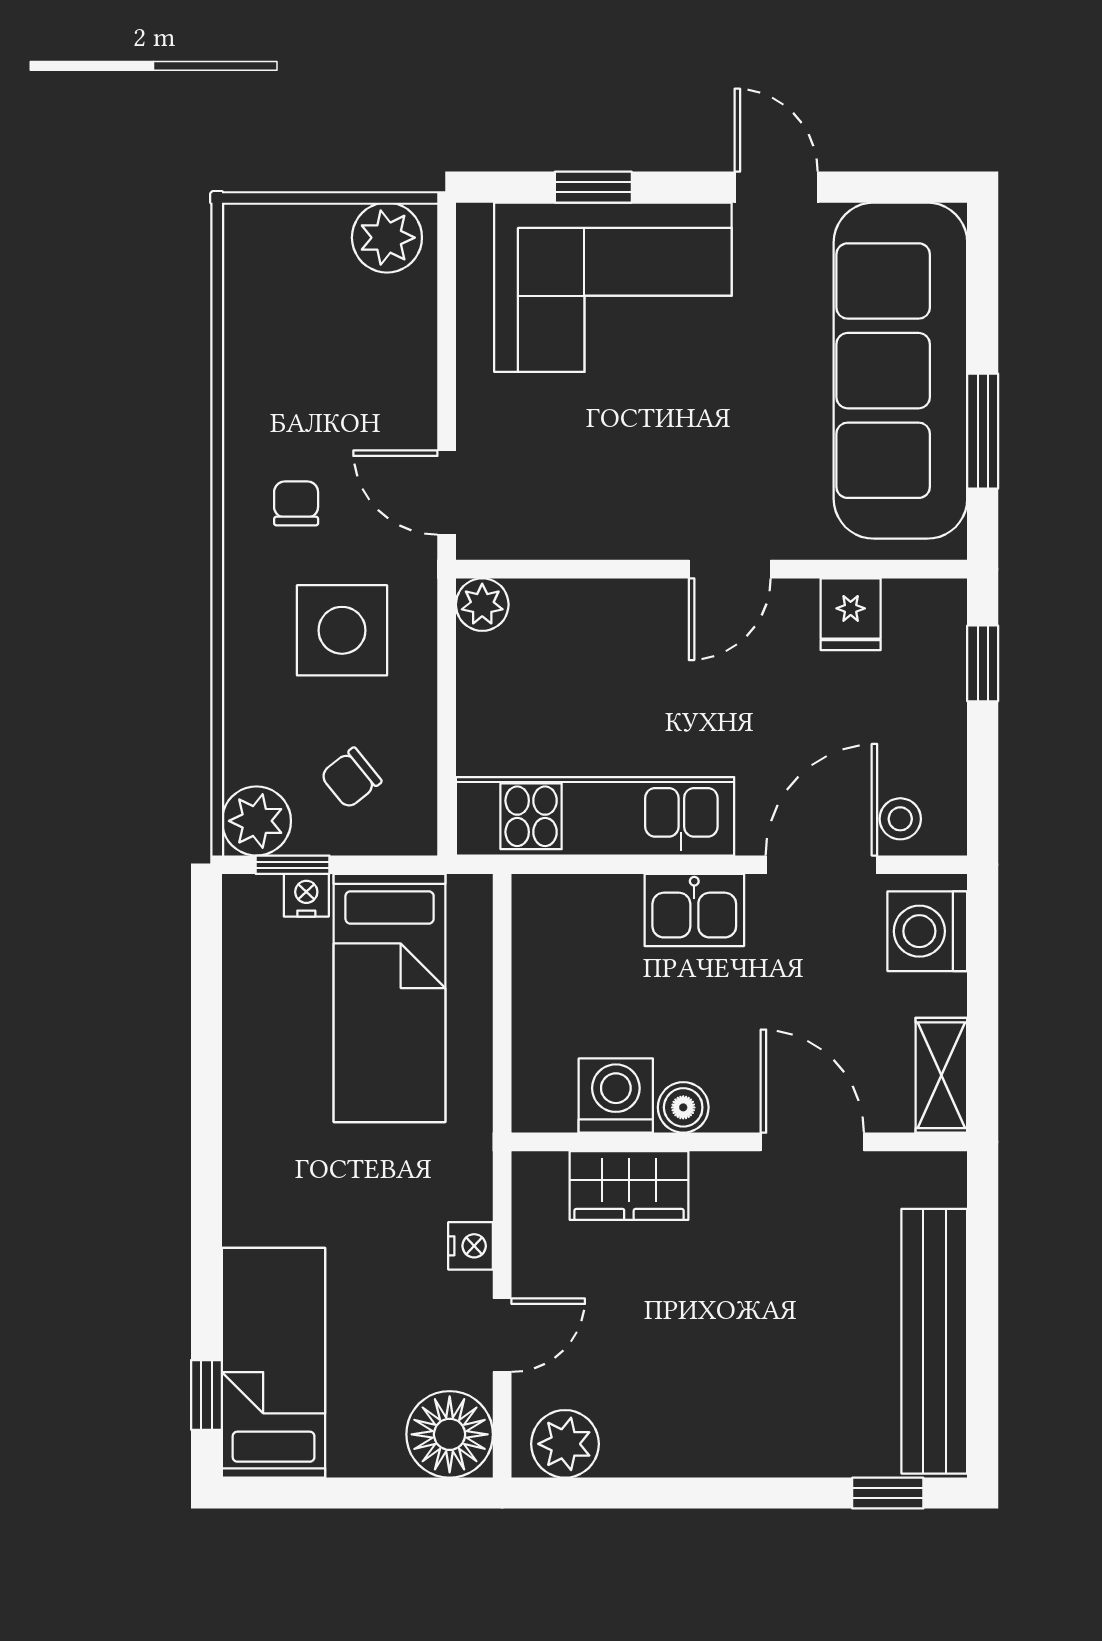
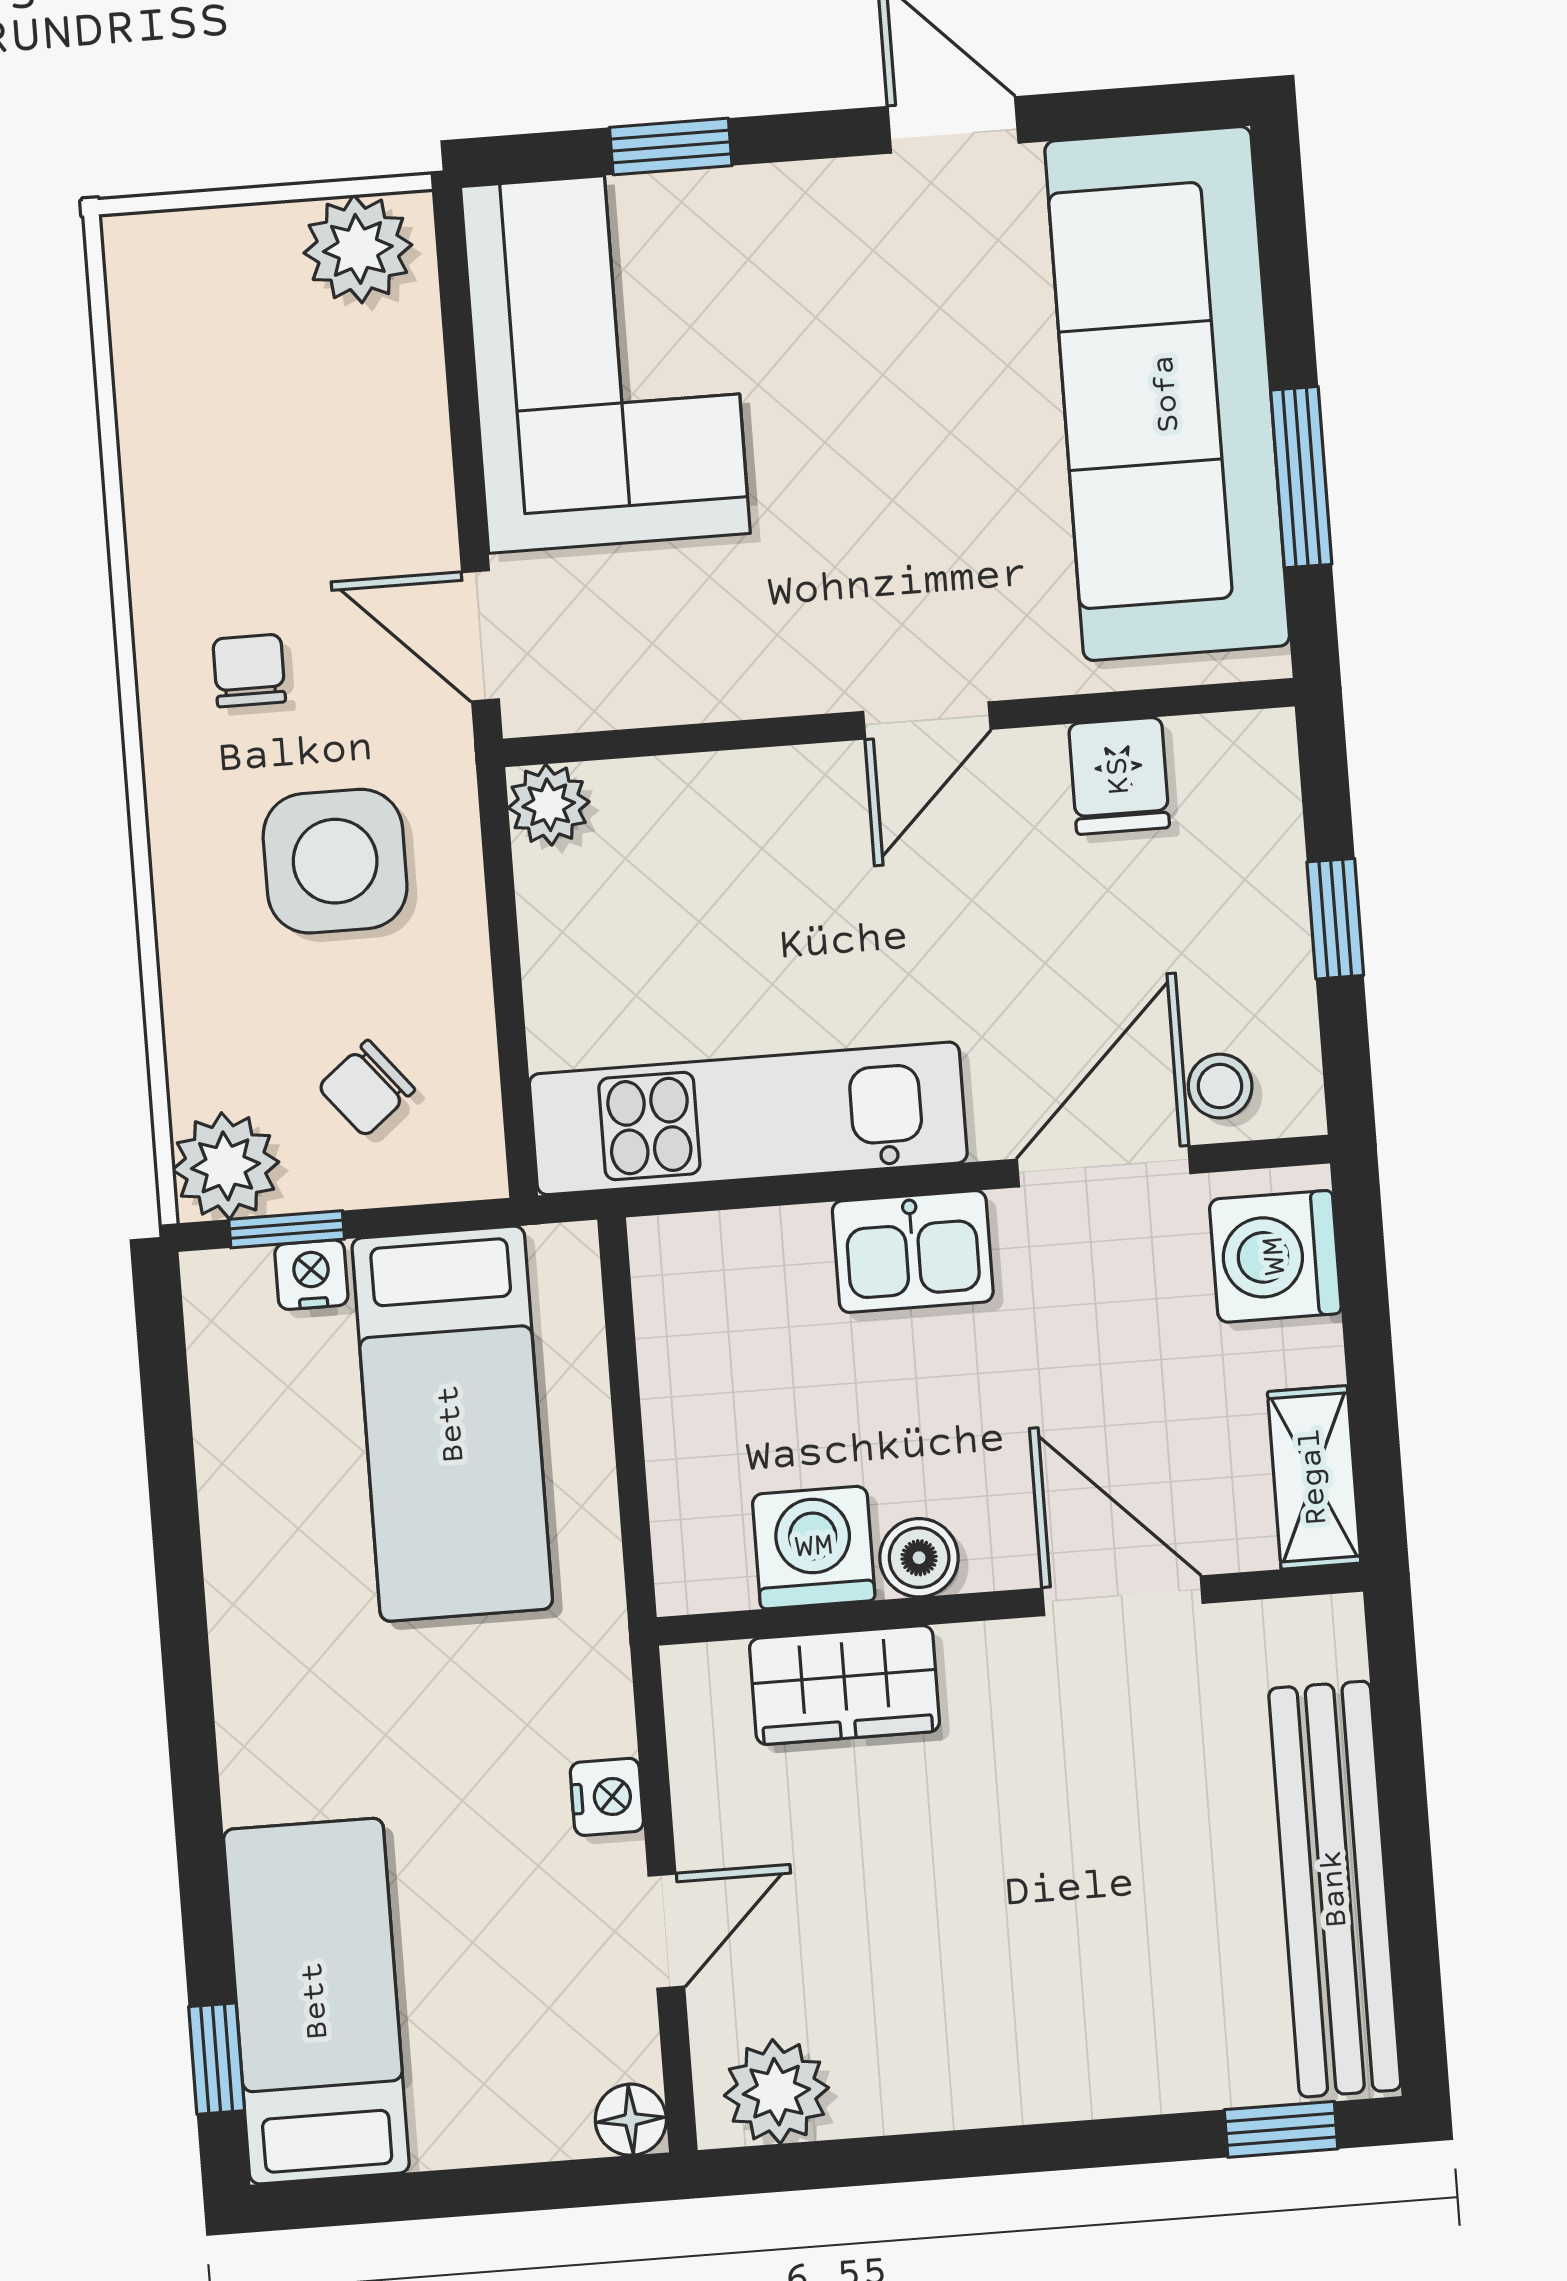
corner sofa: (613, 287) -> (605, 360), moved, turned -90
window: (983, 663) -> (1335, 919), moved
floor lamp: (450, 1434) -> (631, 2120), width x0.53, depth x0.53

